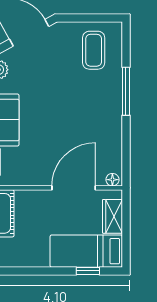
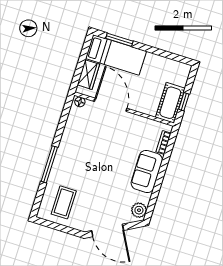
door: (74, 188) -> (111, 105), swing flipped
window: (88, 271) -> (119, 40), width x1.50

